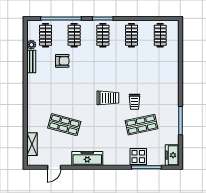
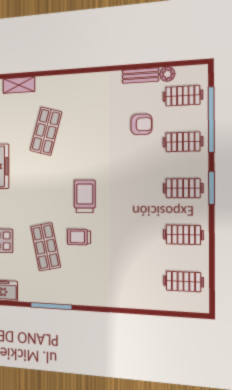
armchair: (62, 61) -> (141, 124), turned -90
trolley: (108, 98) -> (85, 196), turned 180

